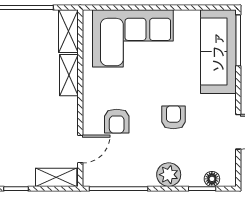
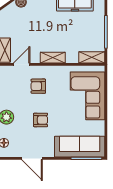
shelving: (69, 75) -> (53, 58), moved
door: (80, 149) -> (22, 64), swing flipped

